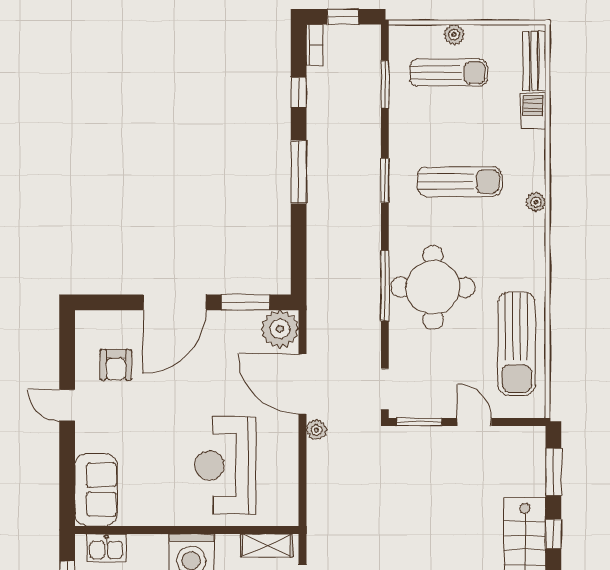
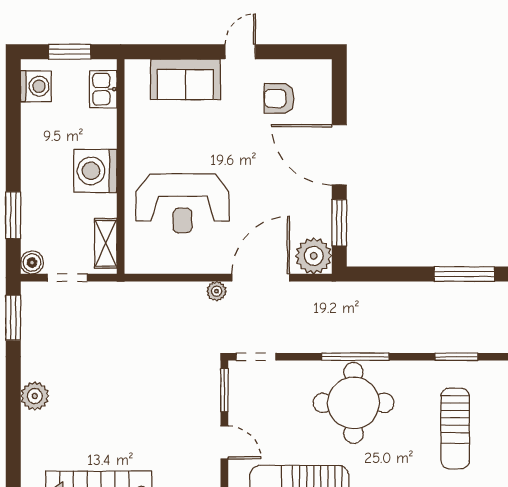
door: (474, 422) -> (224, 442), hinge flipped
reception desk: (225, 465) -> (183, 203), turned 180
sofa: (96, 490) -> (185, 79), moved

